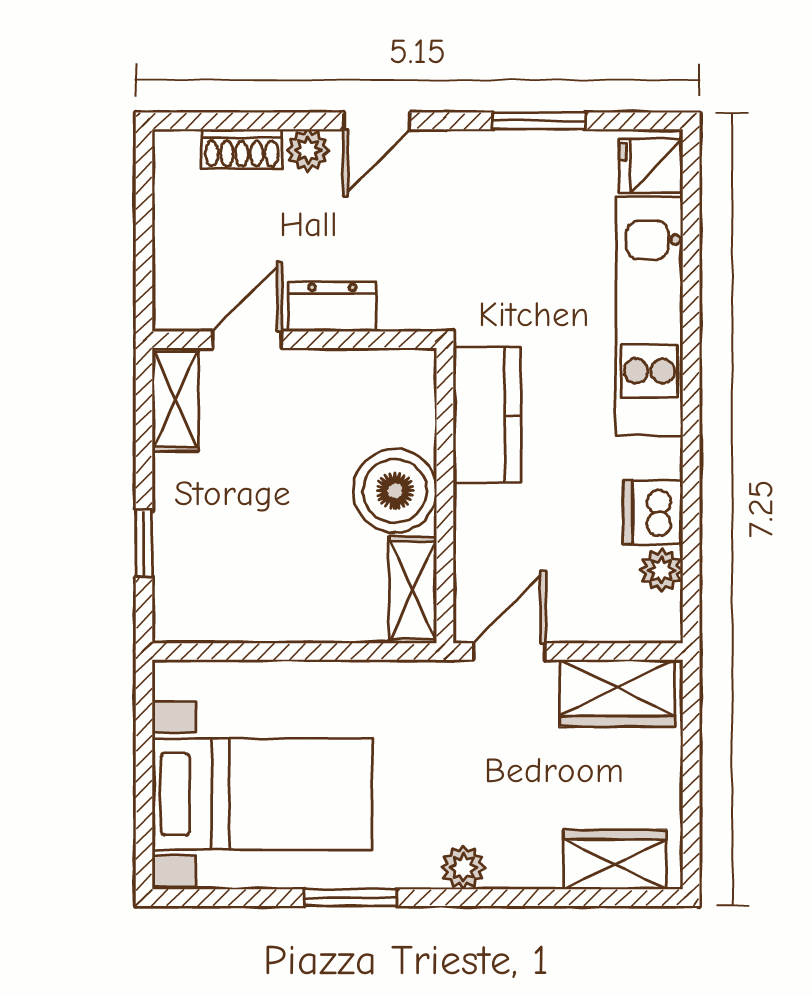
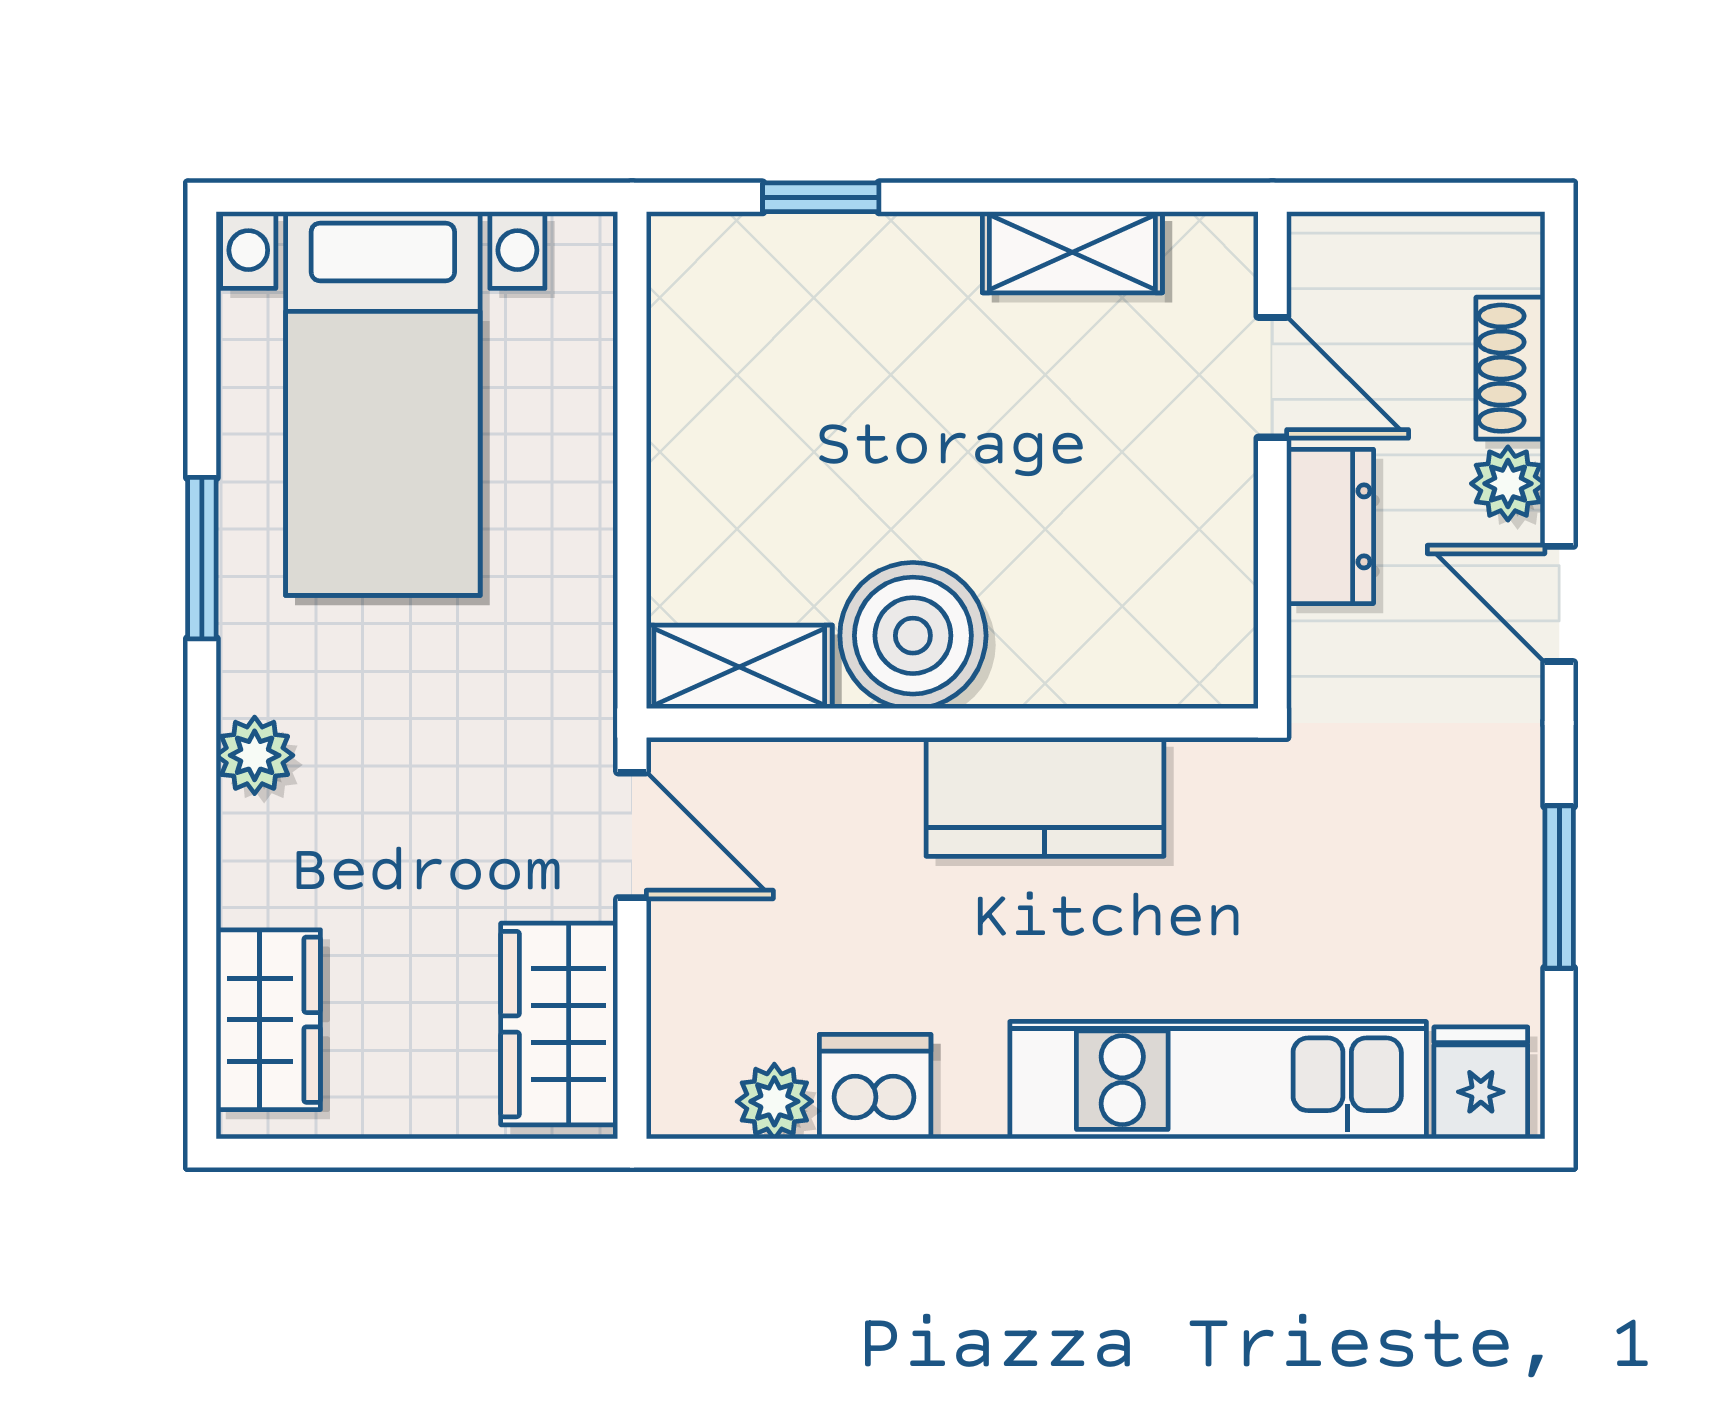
dresser: (332, 307) -> (1330, 526), moved
door: (247, 340) -> (1272, 377), moved
wall: (294, 340) -> (1272, 460), moved

